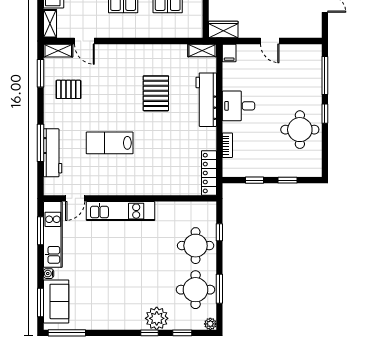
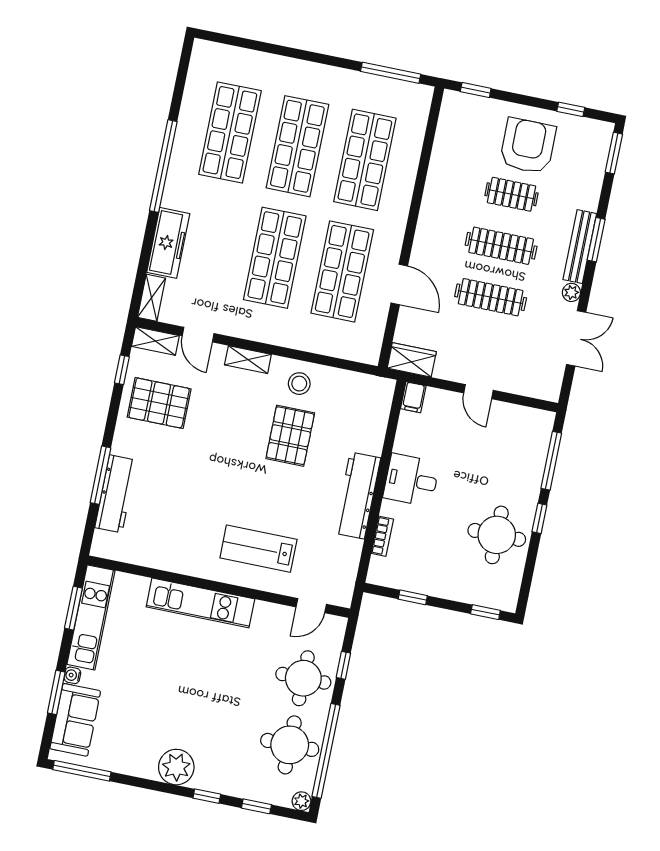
shelving: (202, 50) -> (248, 360), moved
stool: (155, 59) -> (299, 384), added
window: (41, 73) -> (122, 370), width x0.67
pallet: (68, 89) -> (159, 403), width x1.50, depth x1.42
workbench: (206, 100) -> (357, 496), moved
lab bench: (110, 143) -> (258, 549), moved
locker: (209, 173) -> (346, 573), removed
window: (287, 180) -> (485, 612), moved
door: (75, 198) -> (311, 606), moved
window: (219, 289) -> (326, 751), width x2.11
window: (41, 302) -> (56, 692), moved
plant: (157, 318) -> (176, 767), moved

